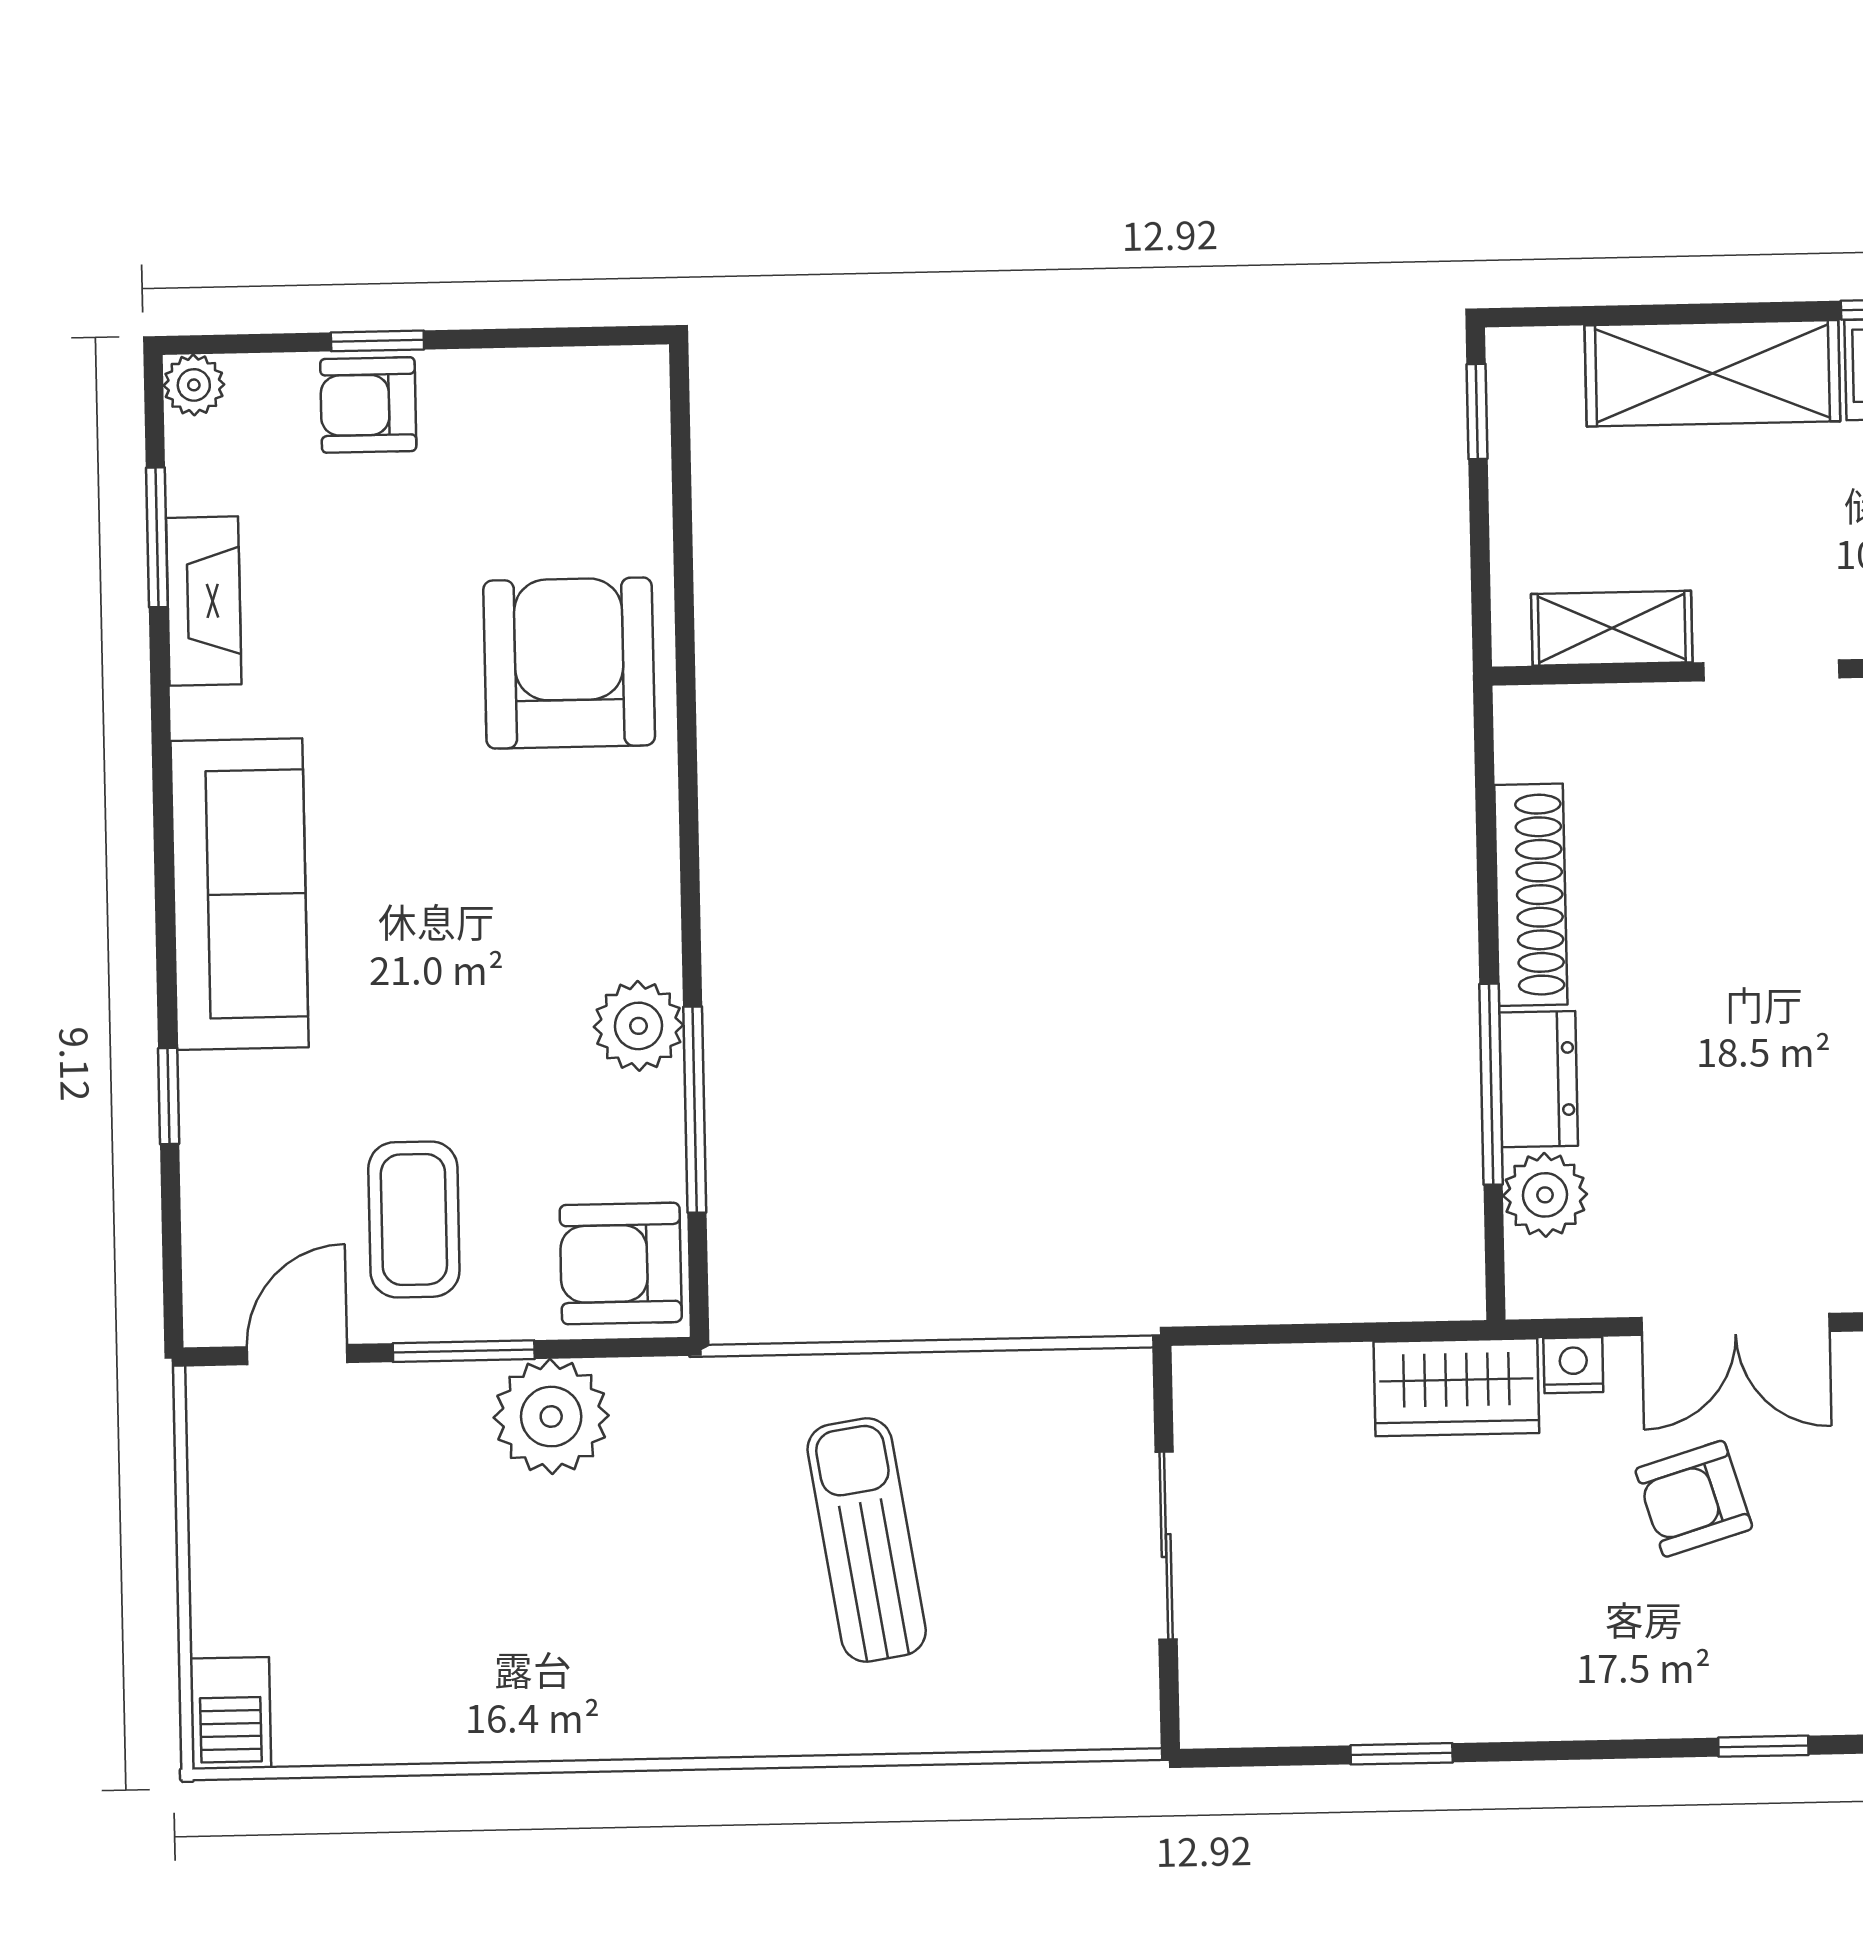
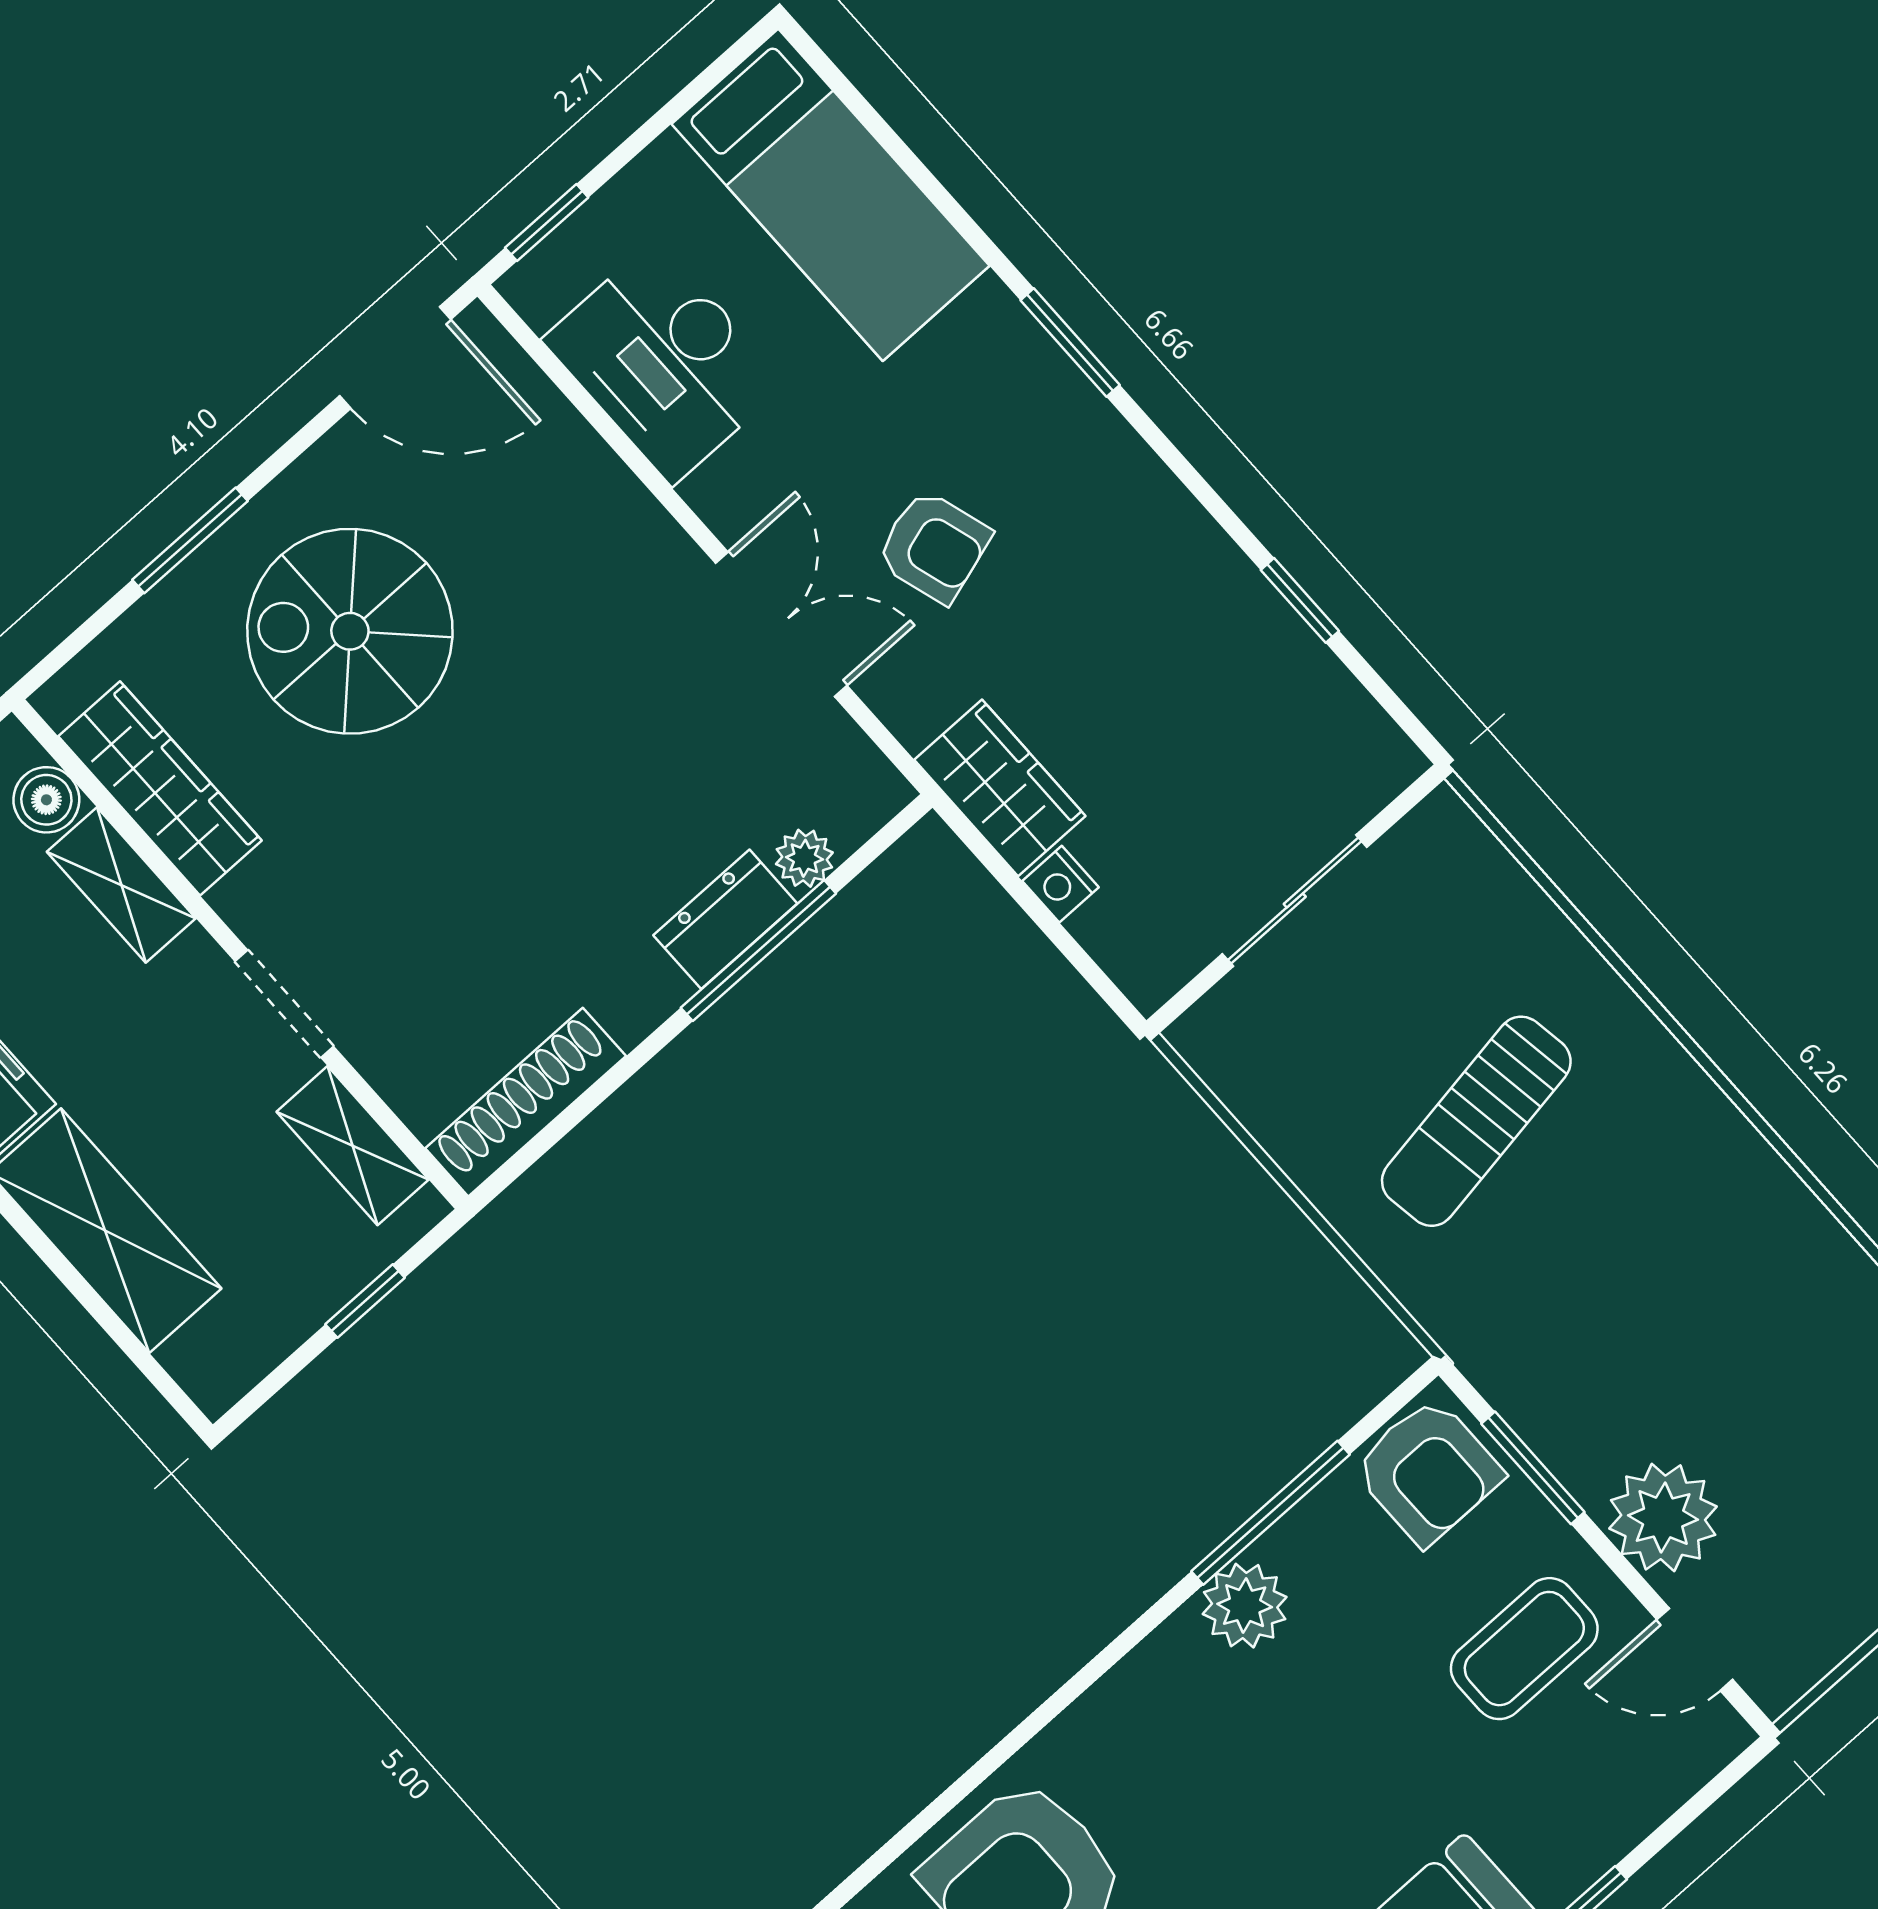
window: (1477, 412) -> (365, 1301), moved
shoe rack: (1531, 895) -> (526, 1102), moved
plant: (1545, 1195) -> (804, 858), width x0.73, depth x0.73
window: (464, 1351) -> (1533, 1468), moved
nightstand: (1573, 1365) -> (1060, 884), moved
plant: (551, 1417) -> (1663, 1517), moved
window: (1763, 1746) -> (1070, 343), width x1.50

